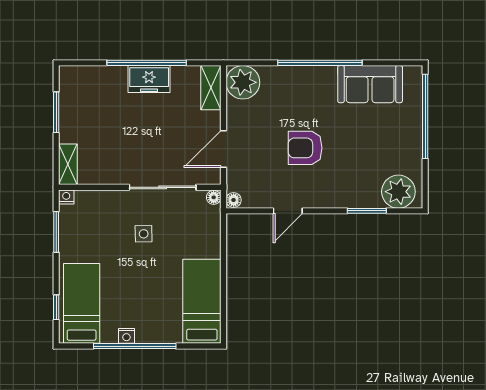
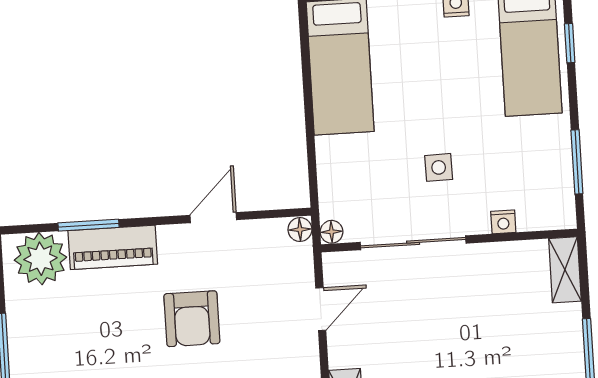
armchair: (305, 148) -> (192, 319), turned 90
door: (223, 149) -> (321, 309), width x0.73
piano: (352, 196) -> (113, 247), added
nightstand: (66, 197) -> (503, 222), moved

